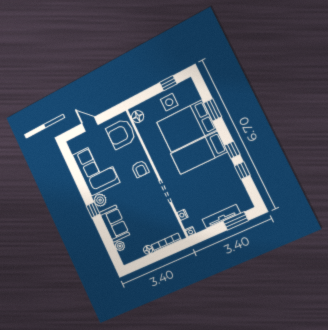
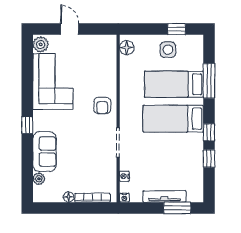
window: (213, 110) -> (209, 81), width x1.44
bed: (187, 126) -> (174, 84), width x0.67
armchair: (121, 134) -> (99, 57), removed
plant: (100, 200) -> (41, 44), moved

